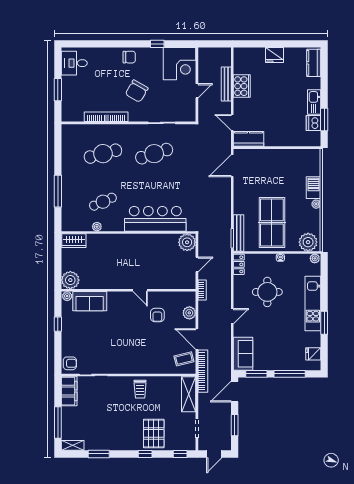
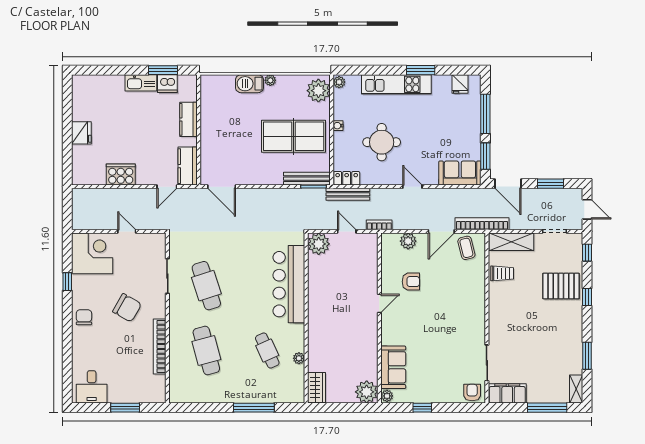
kitchen counter: (314, 63) -> (189, 119), moved, turned 90
bench: (226, 84) -> (348, 194), moved
trolley: (140, 389) -> (502, 273), moved

